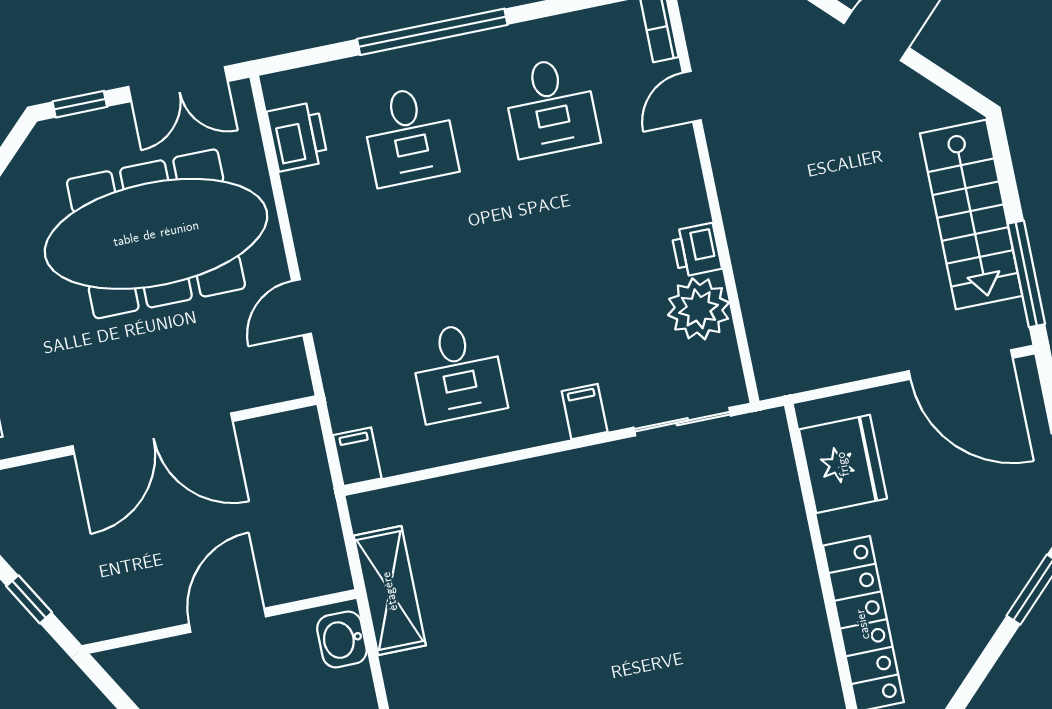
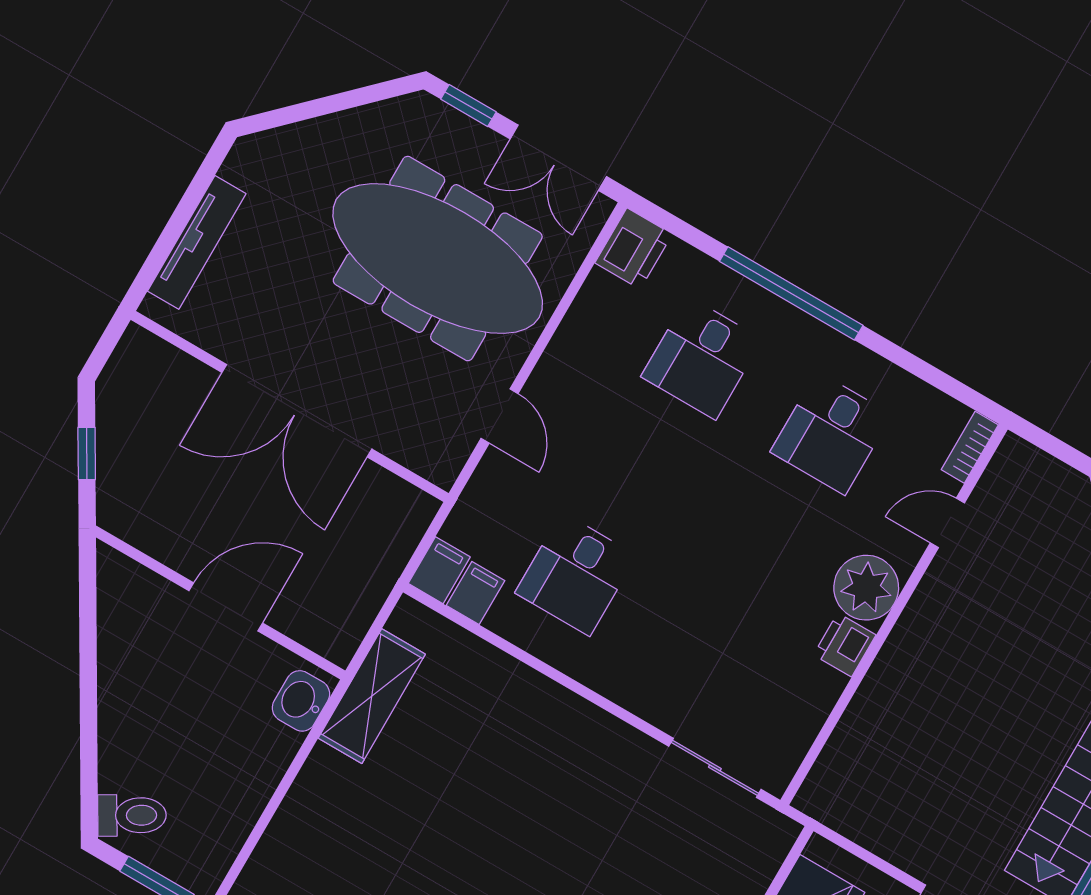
printer: (298, 137) -> (634, 248), moved
door: (302, 307) -> (500, 416), swing flipped
plant: (699, 309) -> (866, 588), moved
filing cabinet: (585, 412) -> (476, 593), moved

